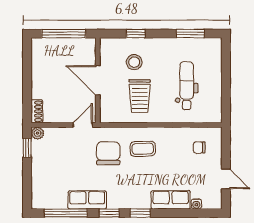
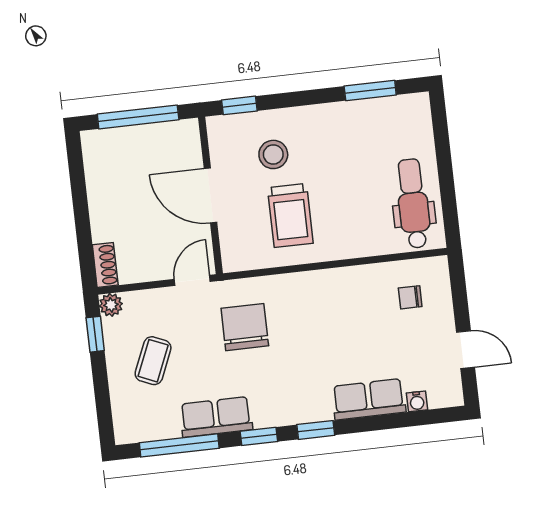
window: (136, 34) -> (239, 105), moved
dental chair: (187, 86) -> (413, 203), moved
coffee table: (143, 149) -> (153, 361), moved, turned -65

